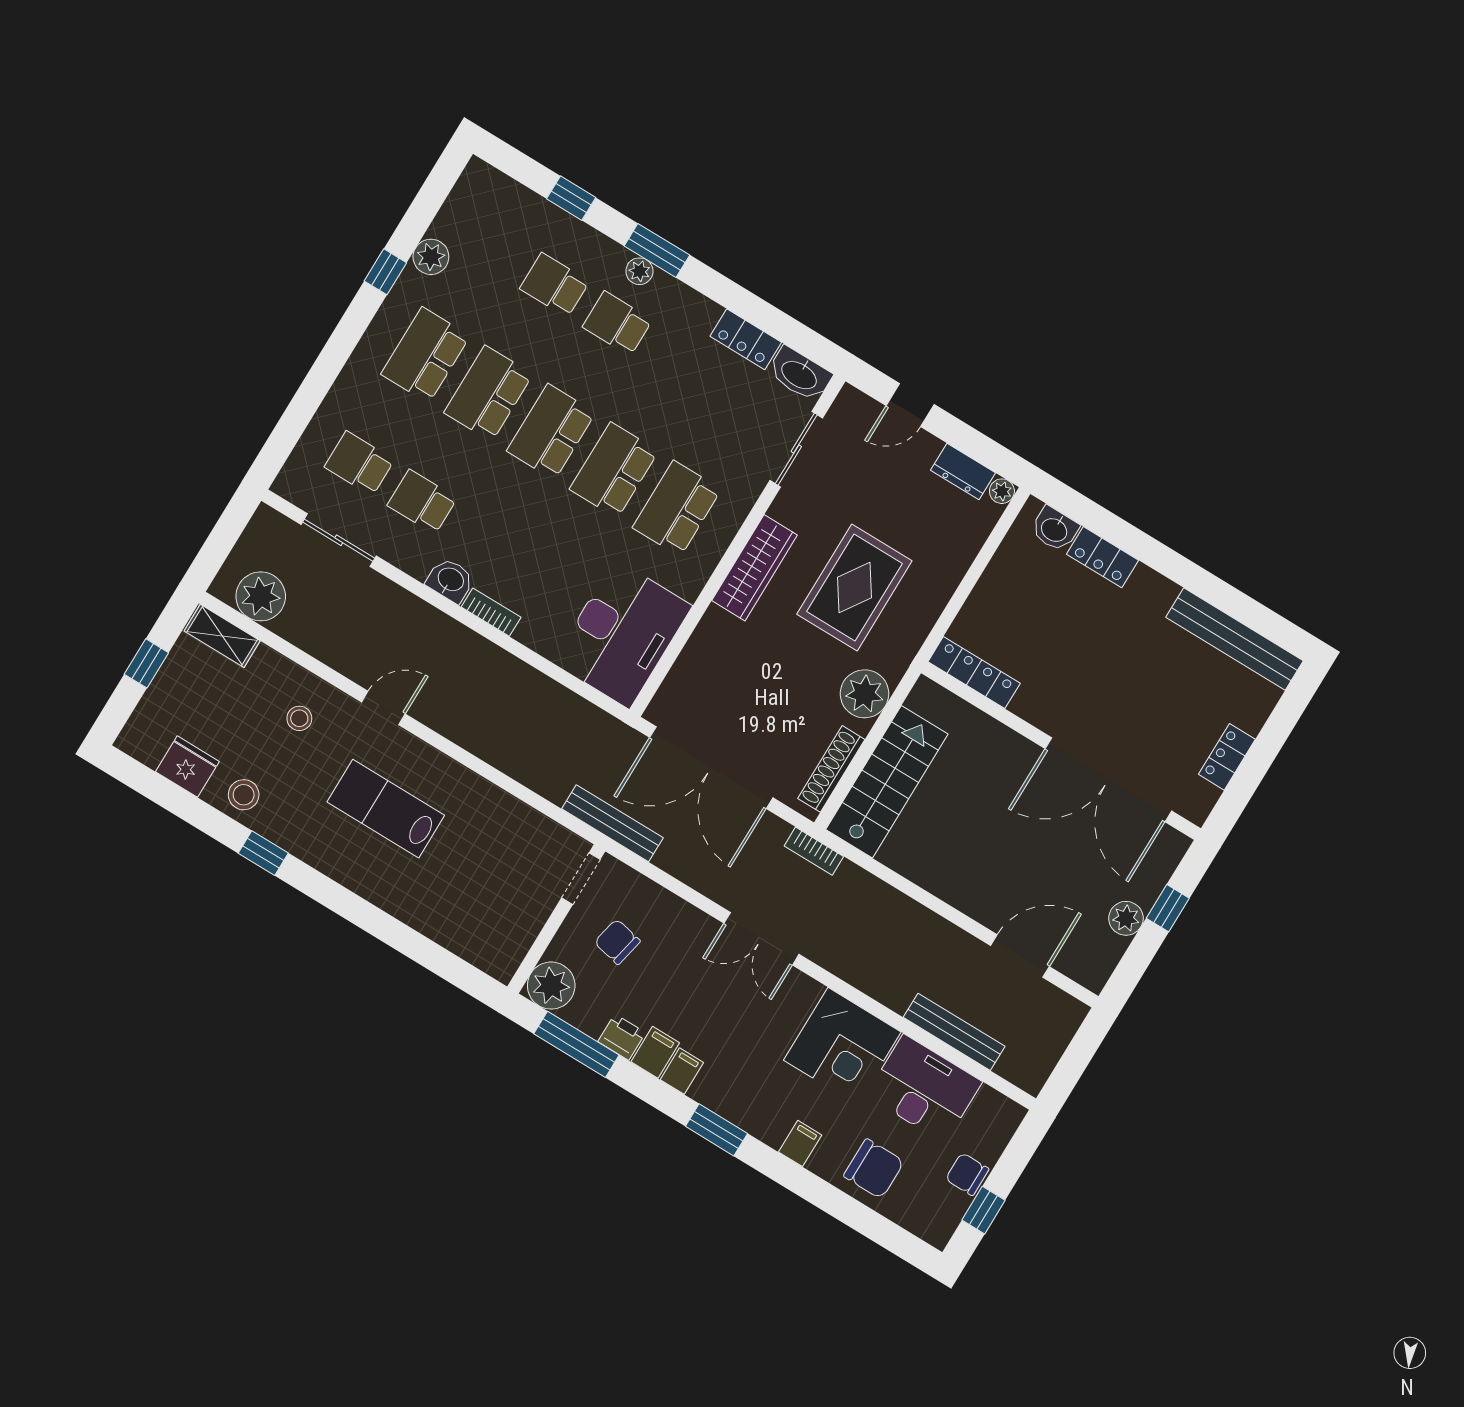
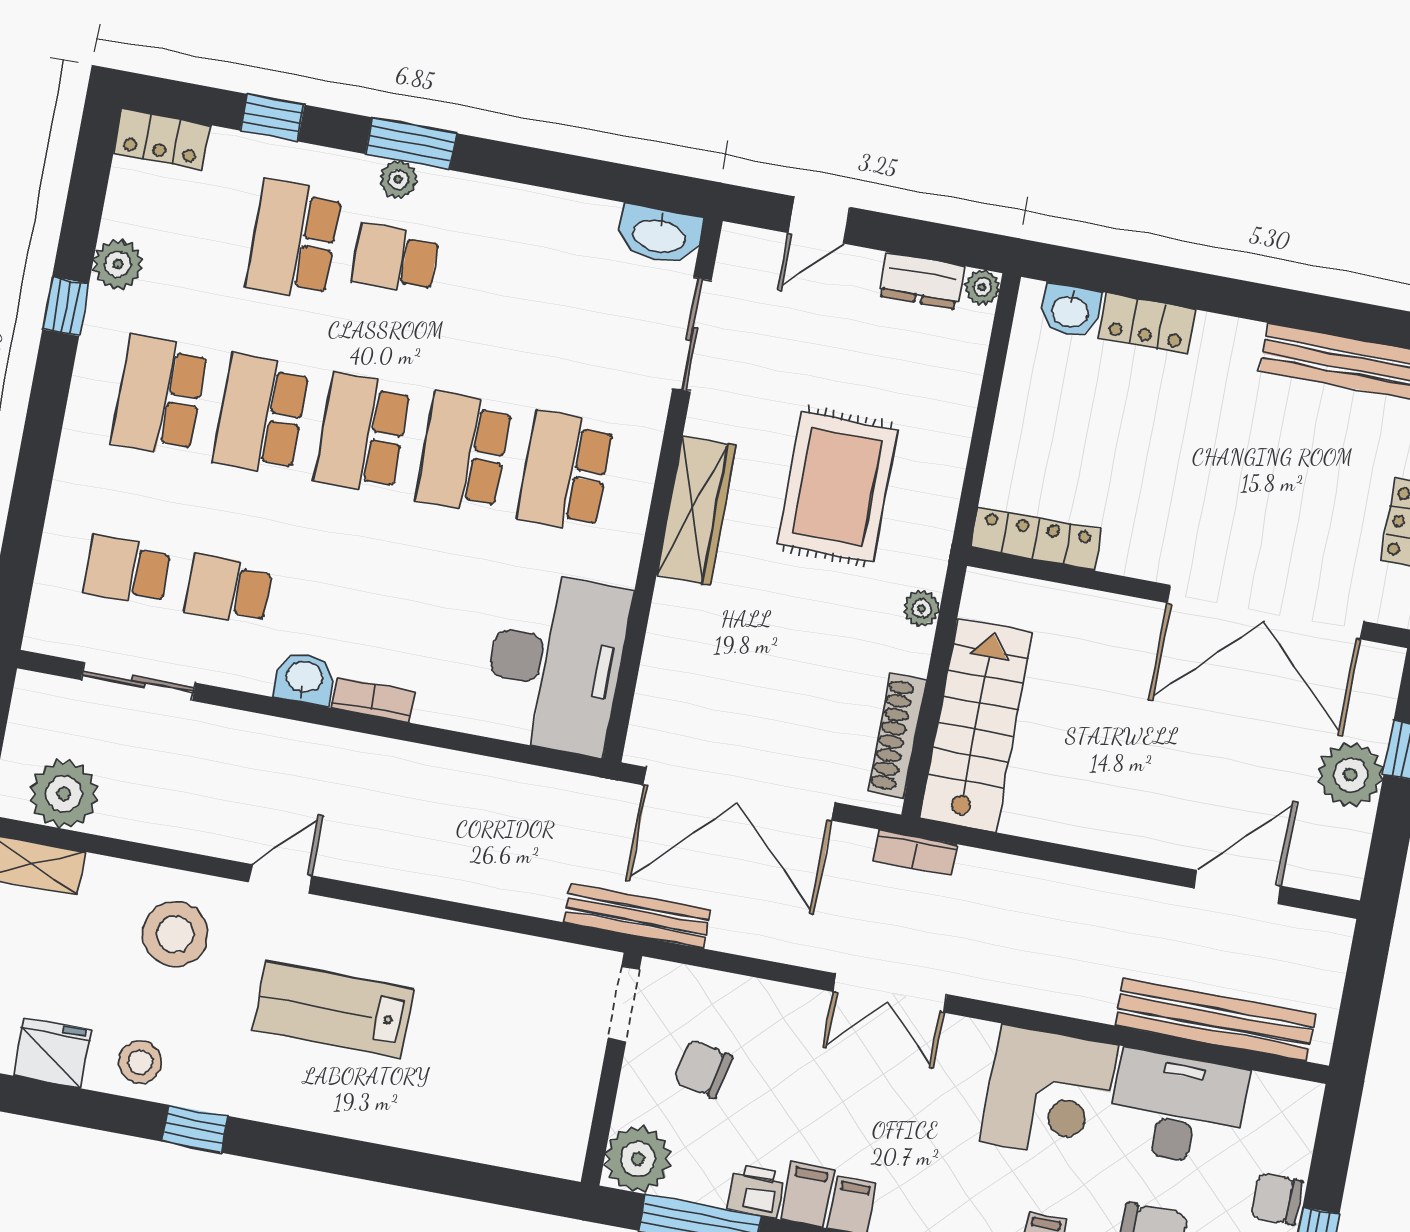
school desk: (554, 285) -> (294, 240), width x1.85
locker: (746, 339) -> (162, 139), moved
plant: (864, 694) -> (922, 608), width x0.53, depth x0.53
stool: (299, 718) -> (175, 934), width x1.89, depth x1.89
plant: (1126, 918) -> (1350, 775), width x1.36, depth x1.36
bench: (954, 1032) -> (1215, 1020), width x1.37, depth x1.21

